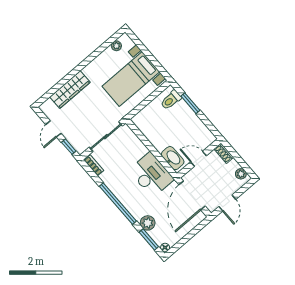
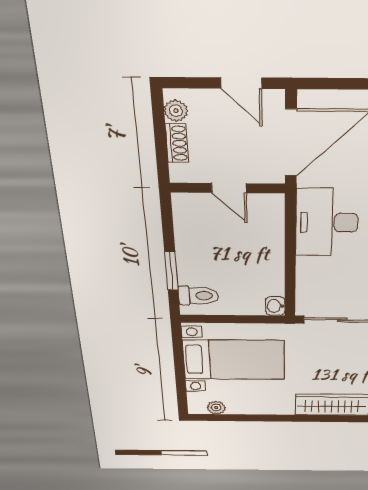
shoe rack: (224, 153) -> (177, 143), moved
washbasin: (173, 158) -> (275, 306), moved, width x0.52, depth x0.69
door: (227, 203) -> (241, 83), swing flipped

